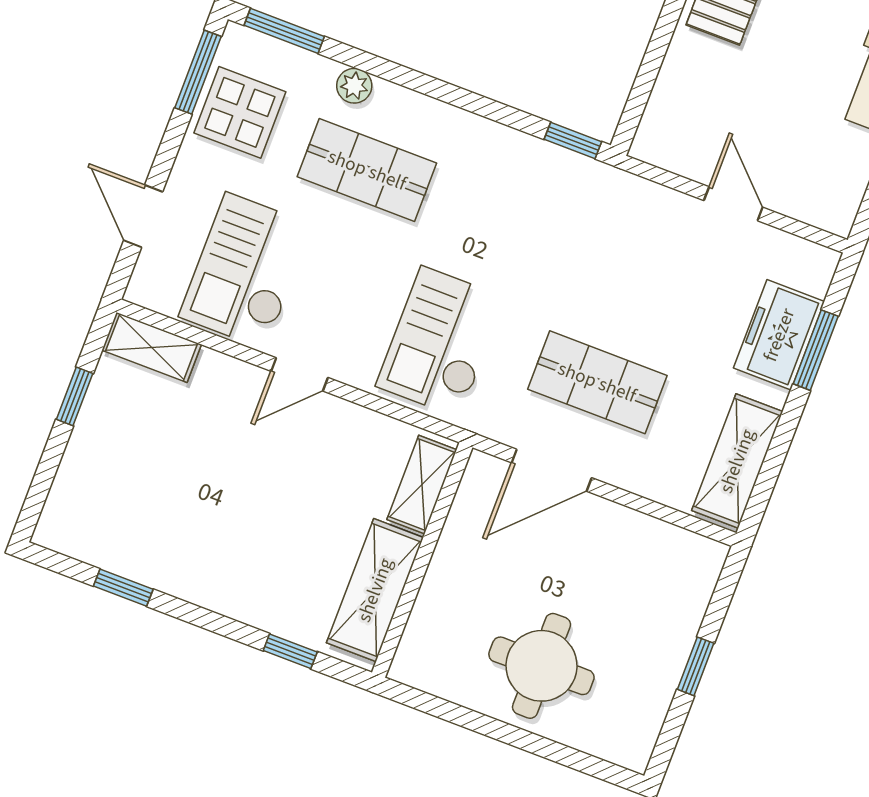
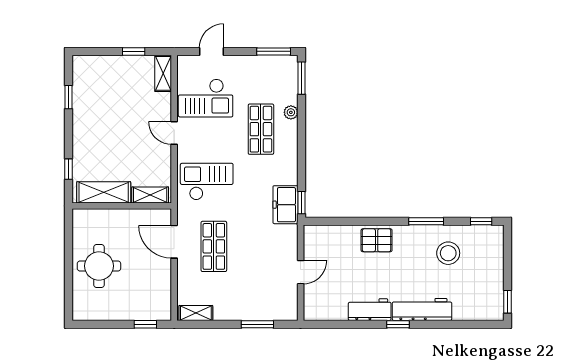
display table: (240, 112) -> (264, 73), removed
checkout: (246, 271) -> (206, 98), turned 180
freezer: (779, 335) -> (285, 205), moved, turned -90
shelving: (737, 461) -> (196, 313), width x0.67, depth x0.75
window: (696, 666) -> (145, 324), moved

